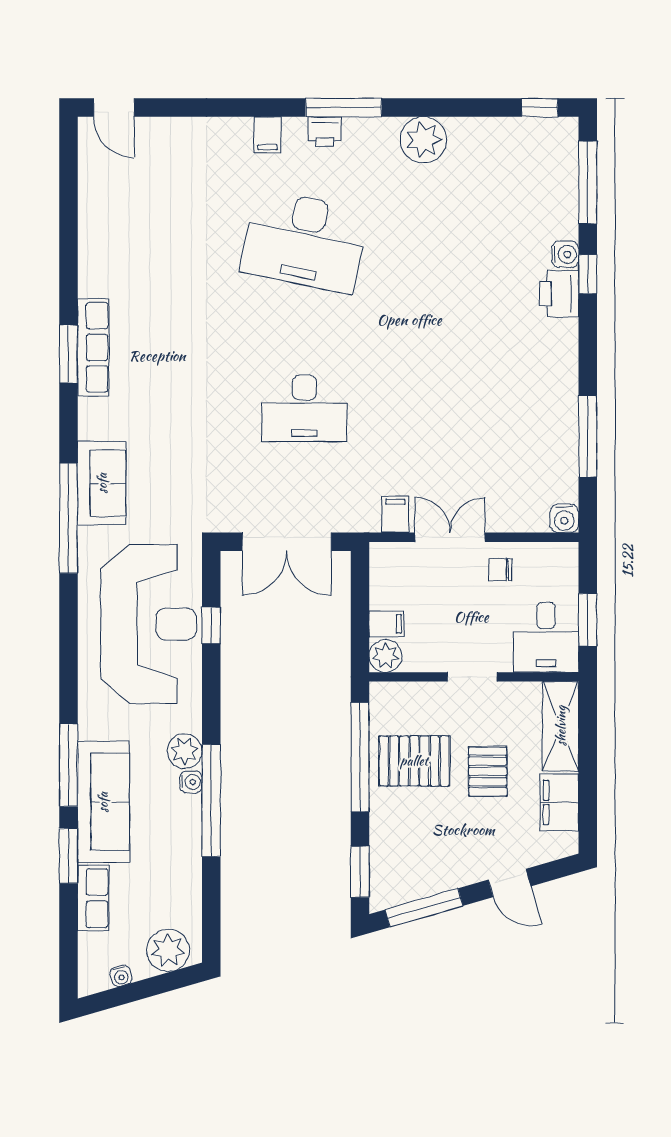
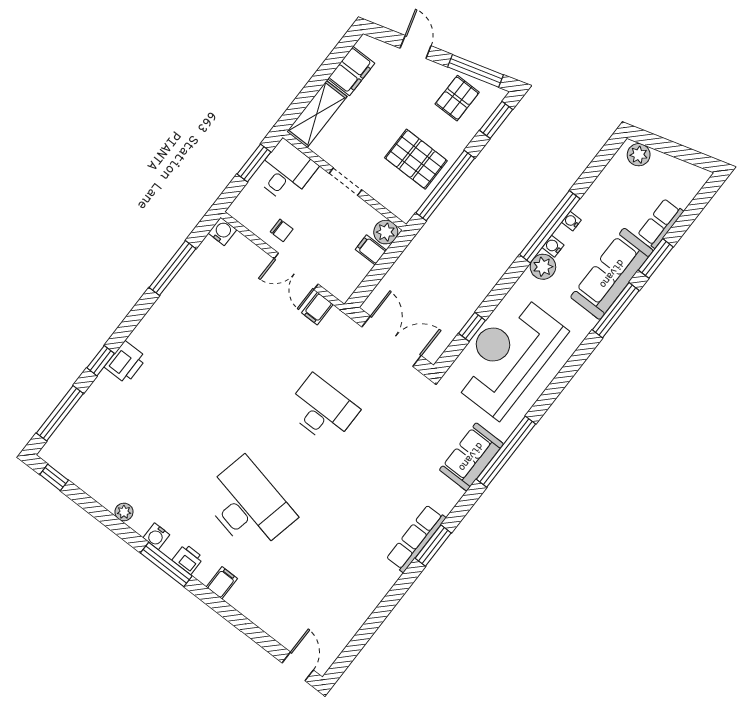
plant: (423, 140) -> (124, 512), width x0.53, depth x0.53
water cooler: (565, 254) -> (156, 536), moved, turned -90
pallet: (488, 771) -> (457, 98), moved
plant: (168, 950) -> (639, 155), width x0.73, depth x0.73
water cooler: (121, 976) -> (571, 221), moved, turned -74

